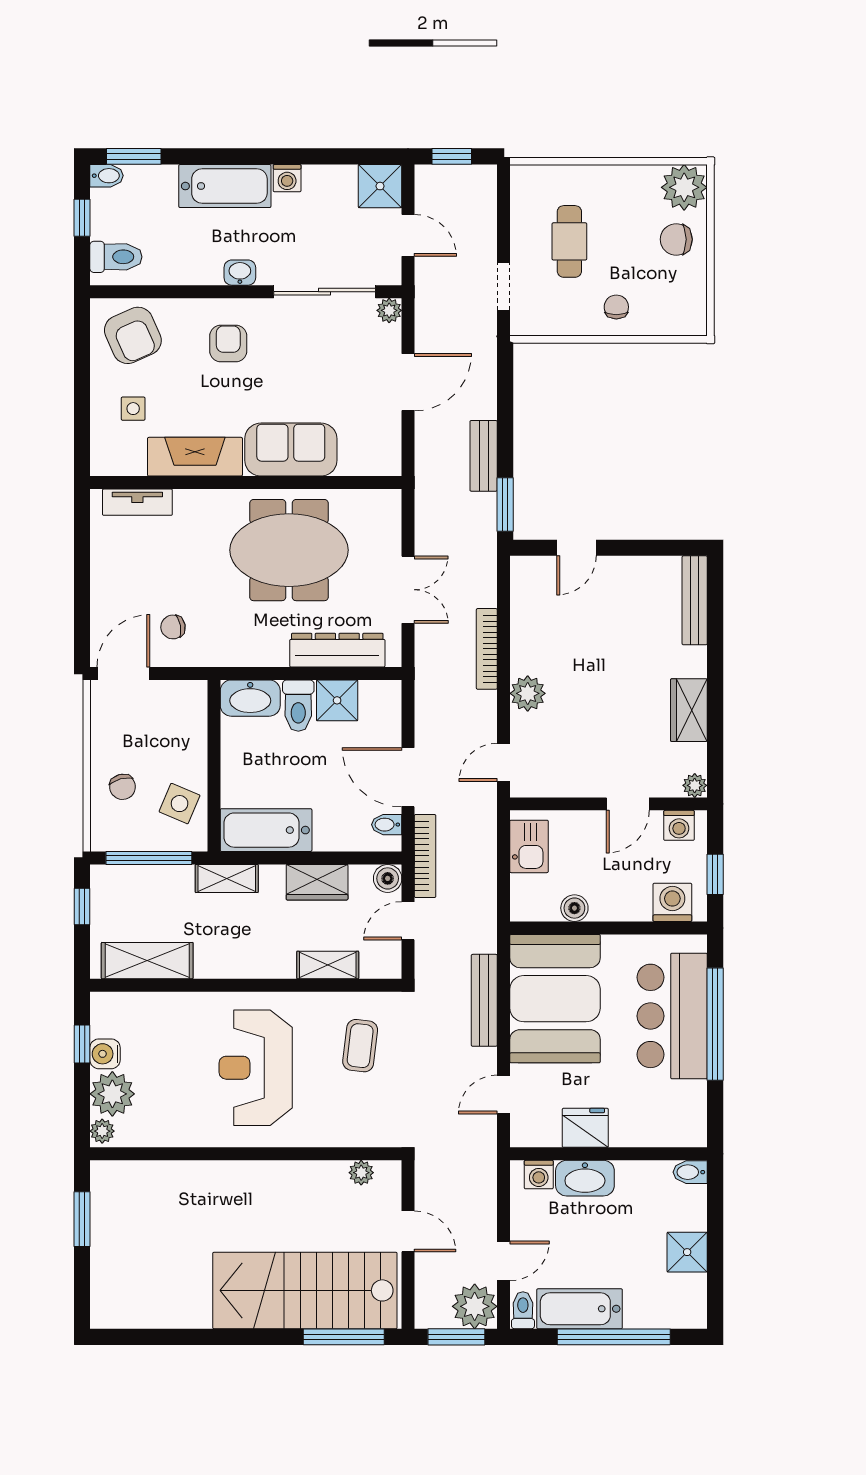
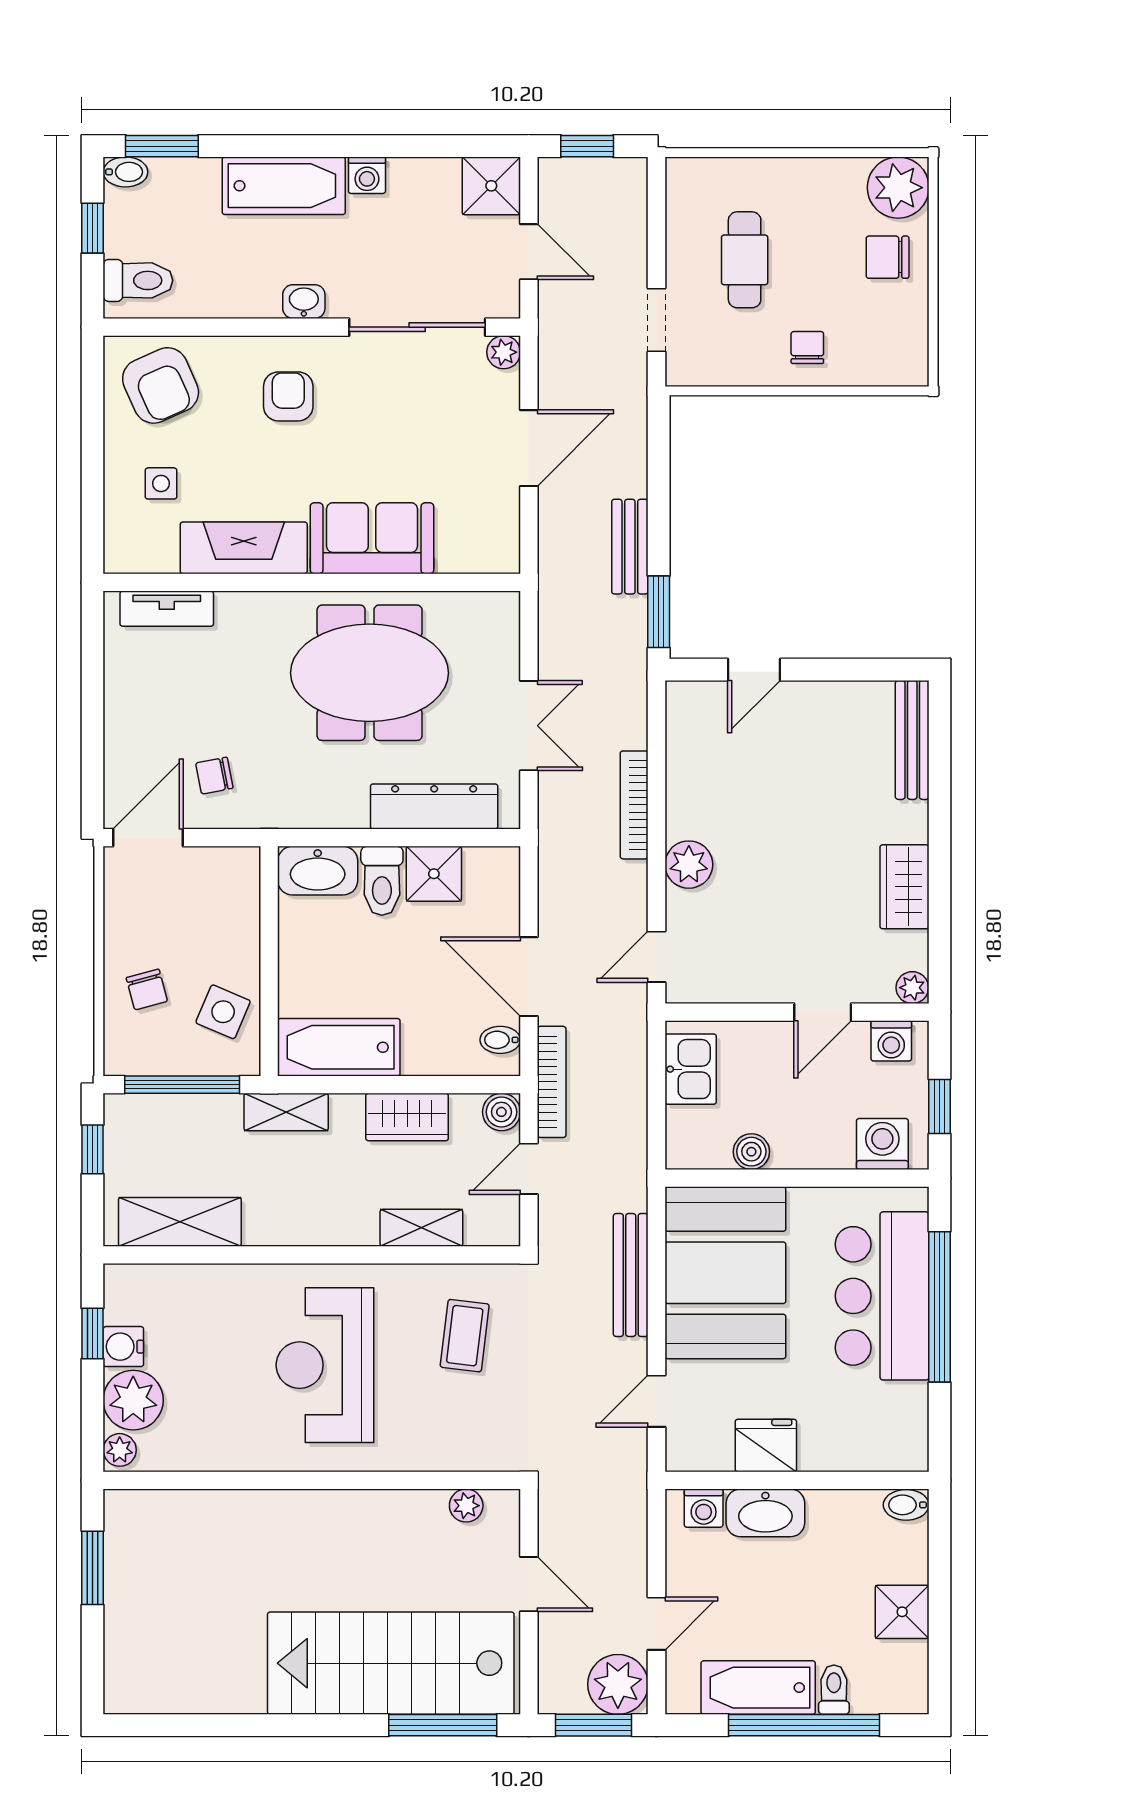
toilet: (523, 1310) -> (834, 1690), moved

